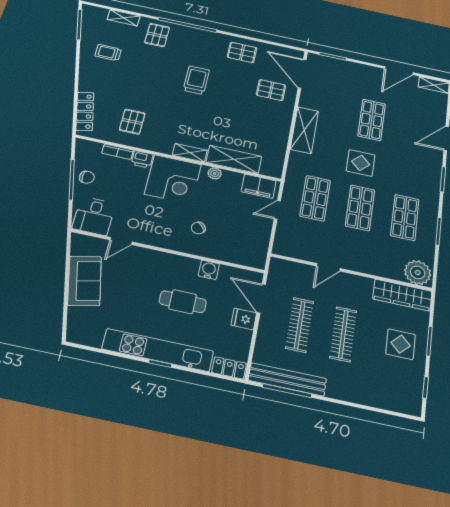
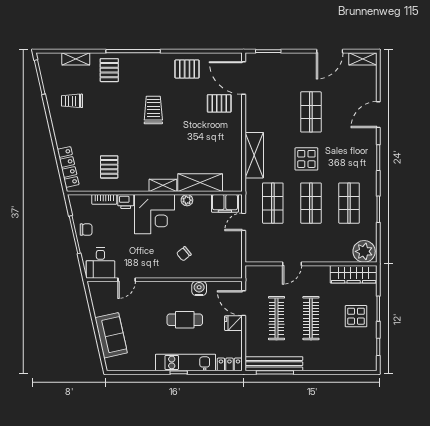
shelving: (304, 130) -> (254, 155), moved
sofa: (85, 281) -> (111, 335), moved
kitchen unit: (158, 350) -> (186, 362), width x0.73

